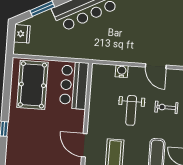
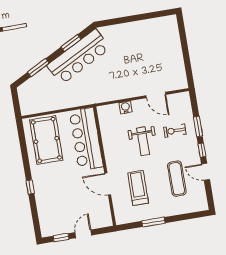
fridge: (22, 34) -> (25, 95), removed
bar counter: (74, 85) -> (86, 139), width x1.36

